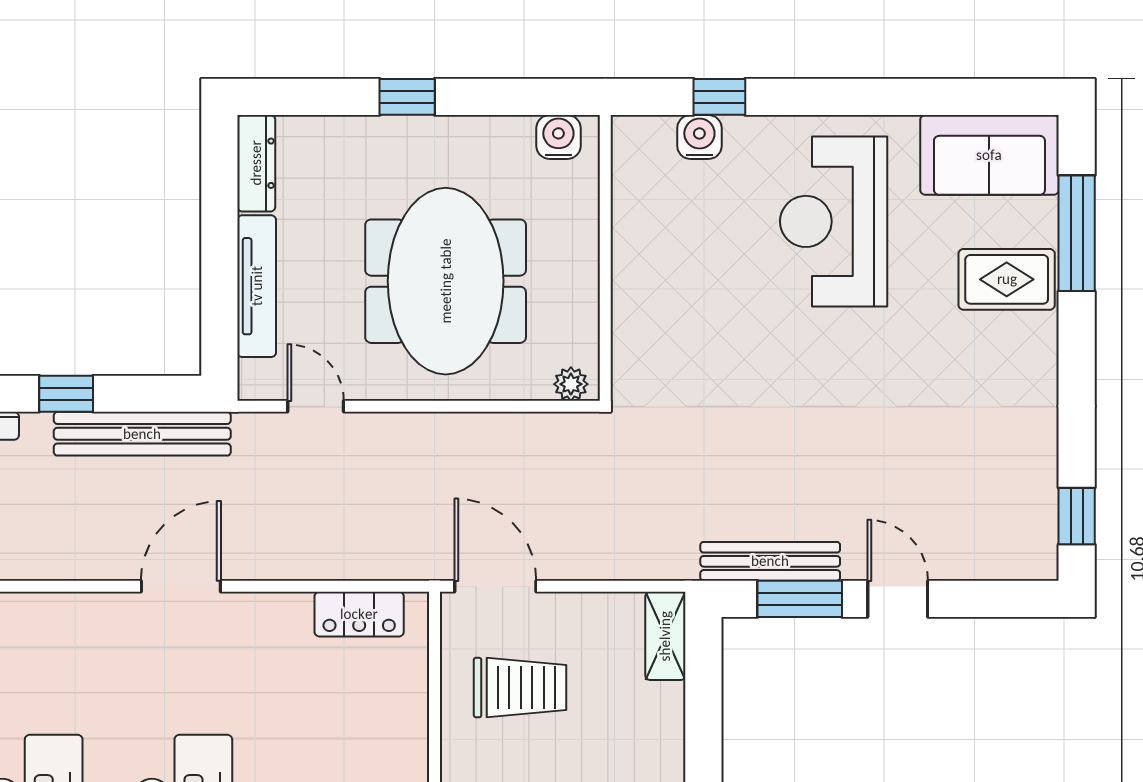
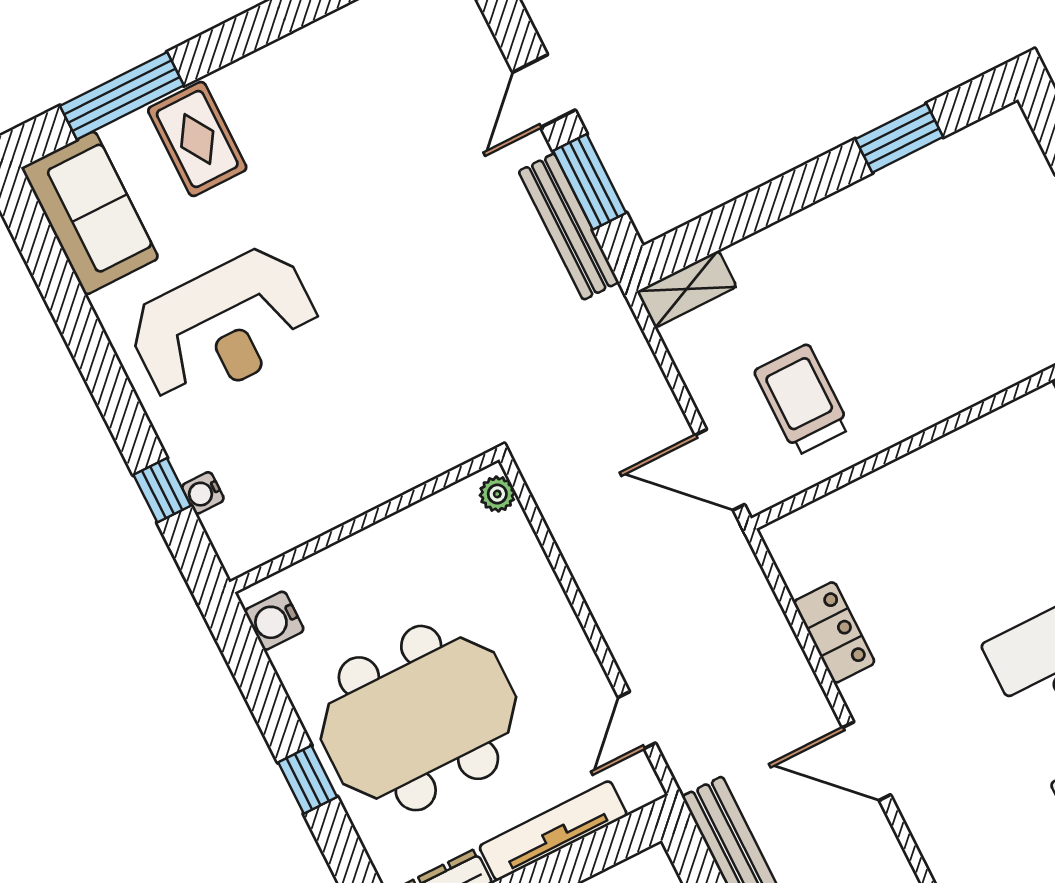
water cooler: (699, 137) -> (203, 493), width x0.72, depth x0.72
meeting table: (446, 281) -> (418, 718), moved
door: (495, 586) -> (720, 470), hinge flipped
locker: (359, 614) -> (834, 632), moved

